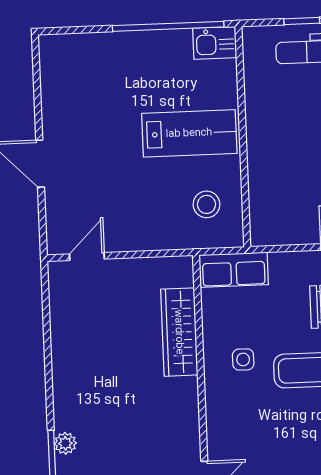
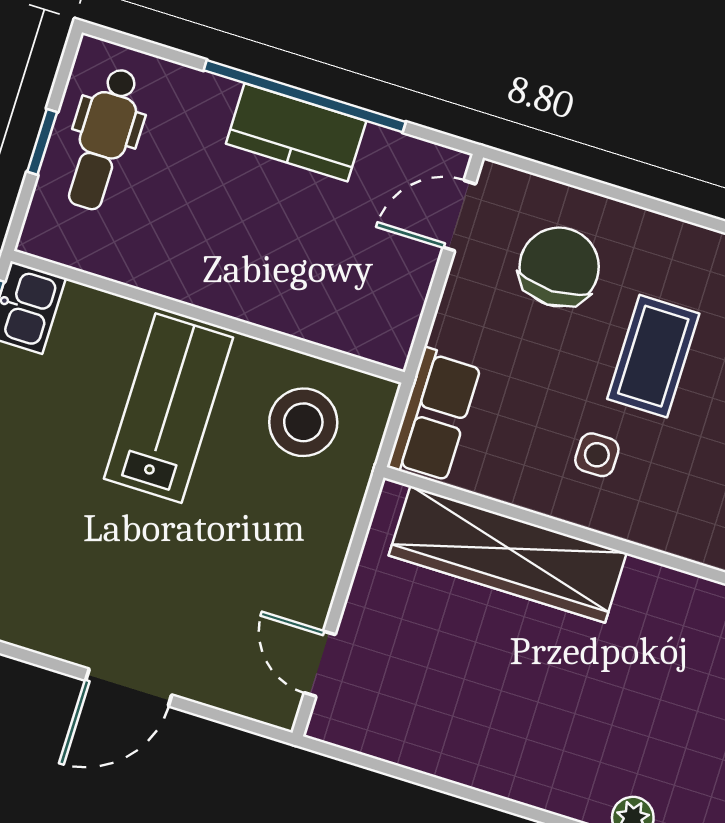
stool: (207, 204) -> (303, 422), width x1.38, depth x1.38
wardrobe: (179, 332) -> (508, 554), width x1.40, depth x1.17

